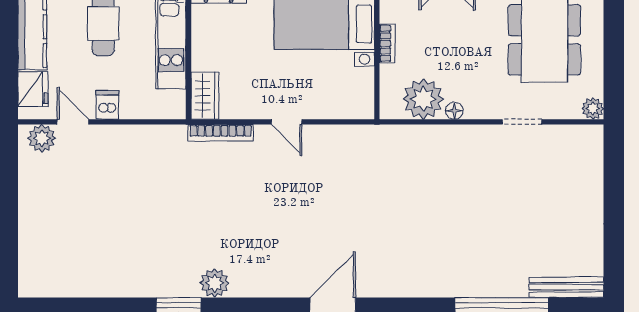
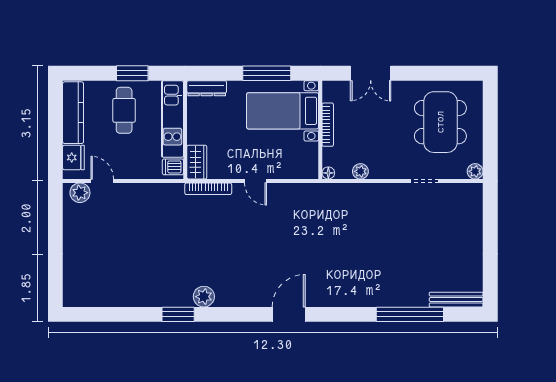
bookcase: (387, 43) -> (328, 125), width x1.56
plant: (423, 99) -> (360, 171), width x0.53, depth x0.53
dishwasher: (107, 105) -> (173, 167), moved, turned -90
floor lamp: (454, 111) -> (328, 173), moved

